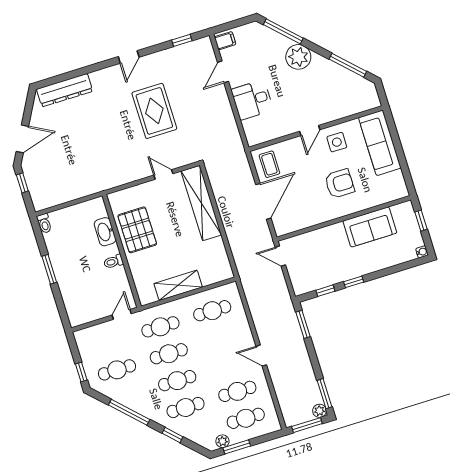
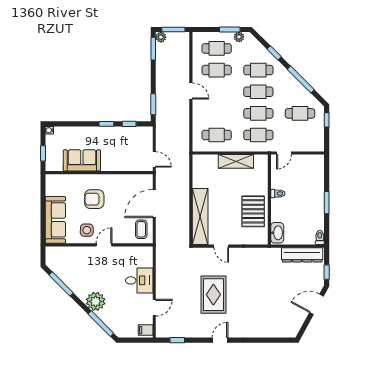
dresser: (65, 90) -> (302, 255), moved, turned 180
washbasin: (105, 232) -> (277, 233), moved

